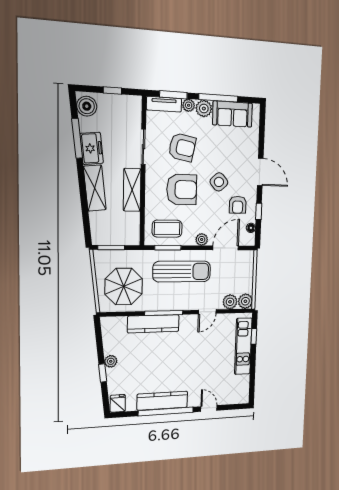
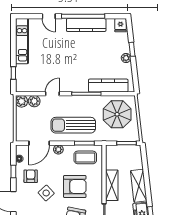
armchair: (182, 190) -> (75, 187), turned 180
kitchen counter: (153, 324) -> (108, 86), moved
kitchen unit: (243, 346) -> (22, 41), moved

